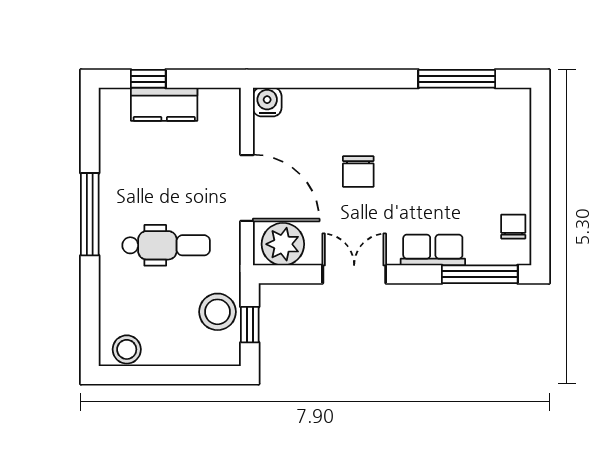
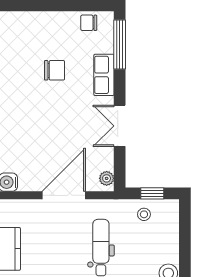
chair: (358, 171) -> (55, 70), moved
plant: (283, 244) -> (107, 178), width x0.53, depth x0.53
stool: (217, 312) -> (144, 214), width x0.53, depth x0.53

